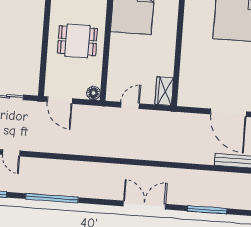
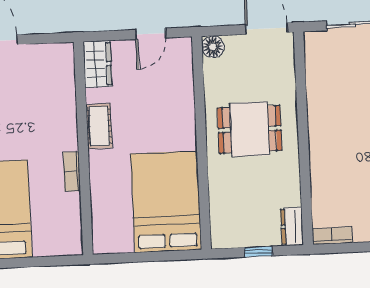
bookcase: (187, 28) -> (72, 172), added
cot: (168, 54) -> (99, 126), added

